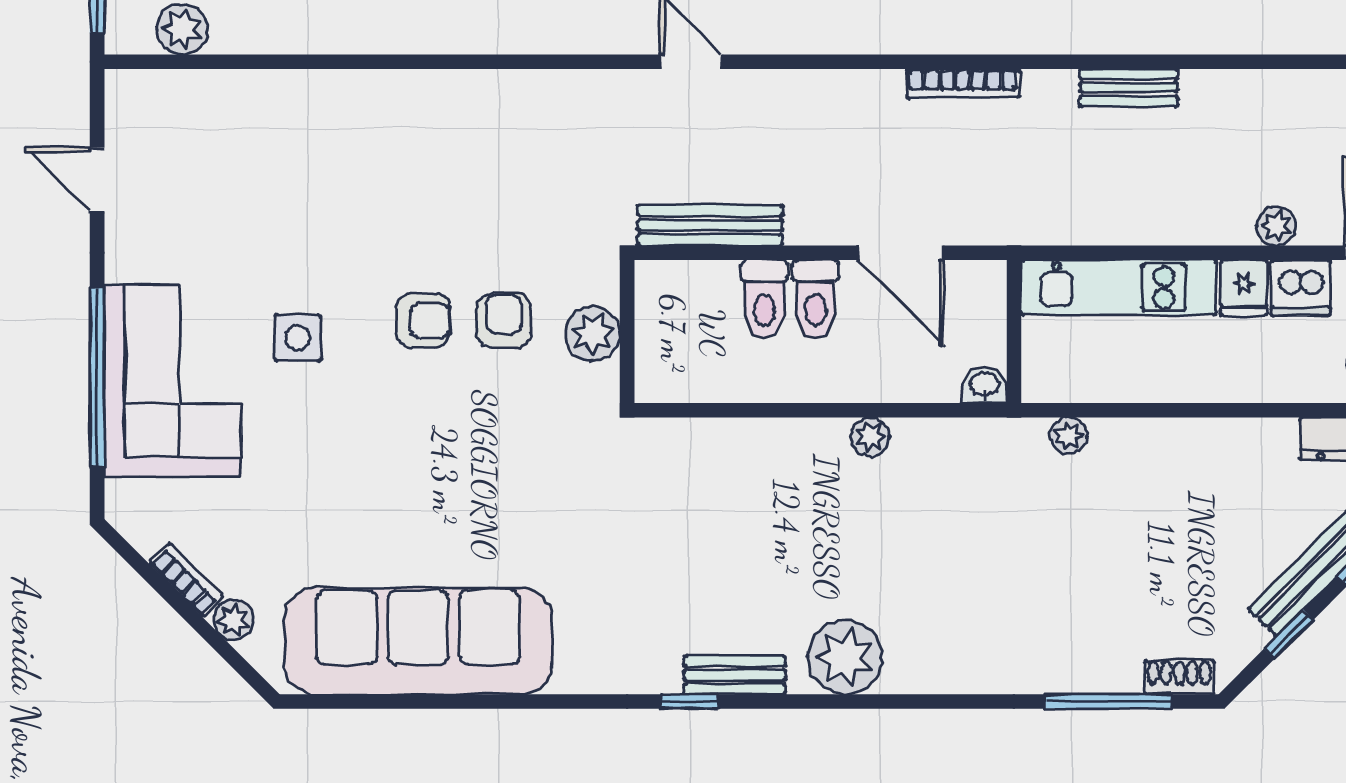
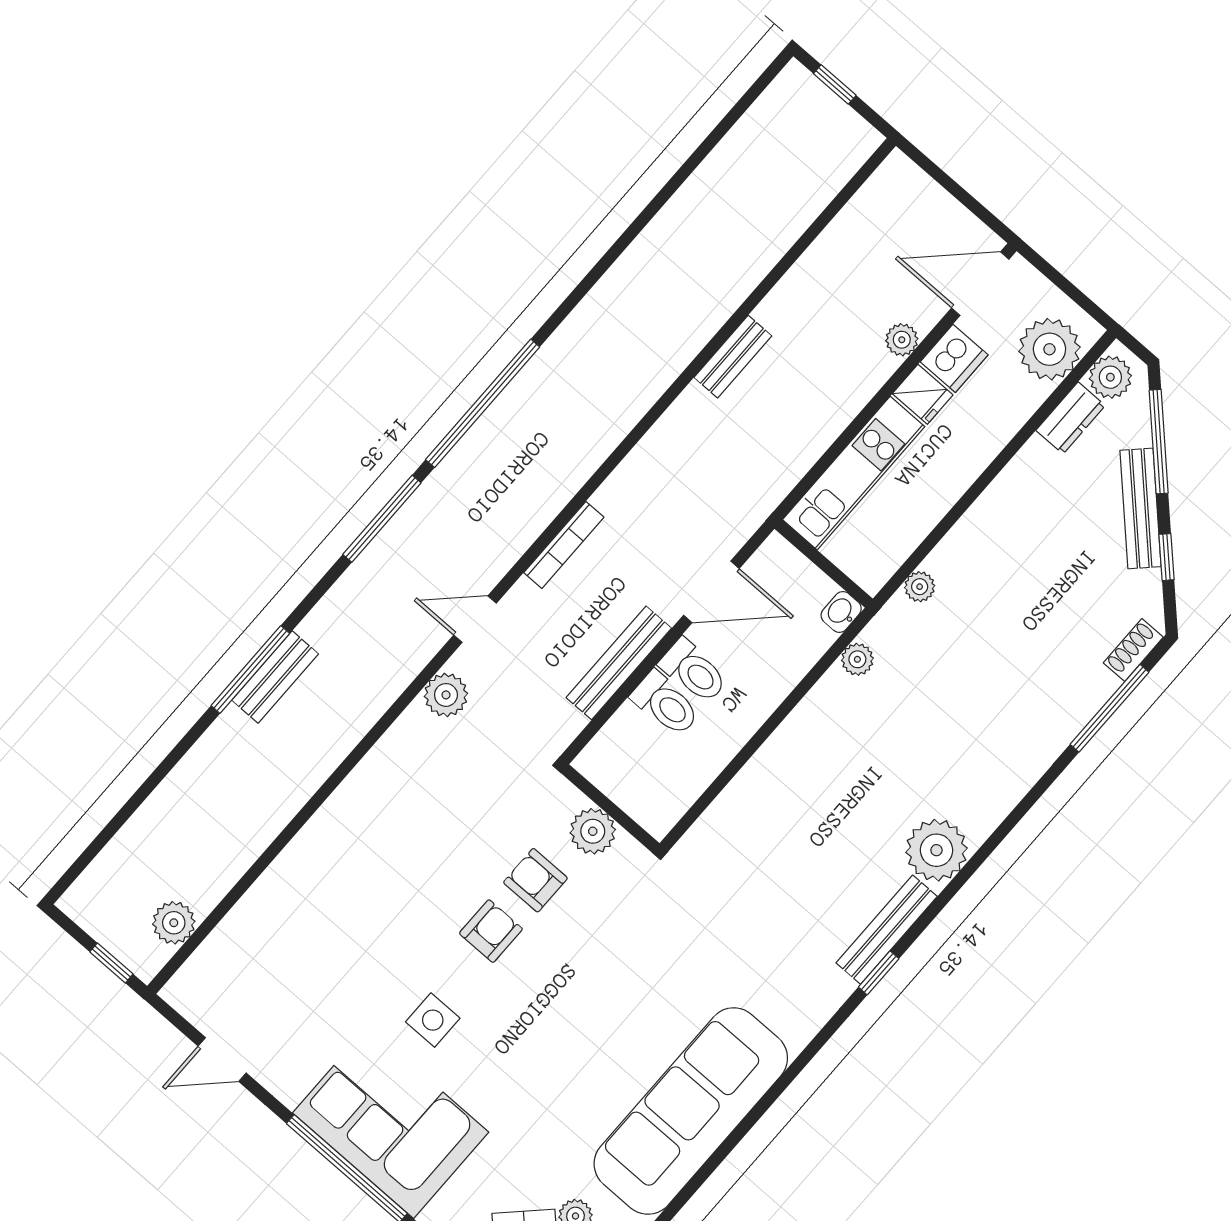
bookcase: (963, 83) -> (564, 545), moved
plant: (600, 95) -> (446, 695), added
bench: (710, 225) -> (619, 663), moved
plant: (870, 437) -> (857, 659), moved
bench: (735, 675) -> (887, 930), width x1.36

